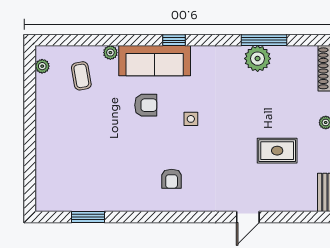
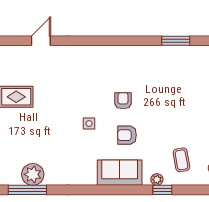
window: (174, 40) -> (162, 190), moved
sofa: (155, 61) -> (120, 173), width x0.73
armchair: (172, 179) -> (123, 101), moved

